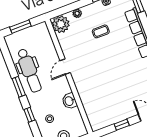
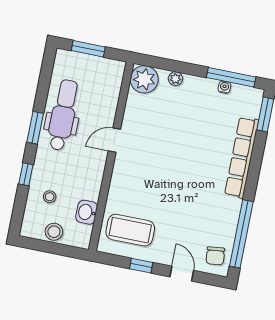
coffee table: (101, 31) -> (130, 230), moved, width x1.86, depth x1.72
dental chair: (29, 71) -> (63, 115), turned 180
washbasin: (69, 101) -> (87, 212), moved

